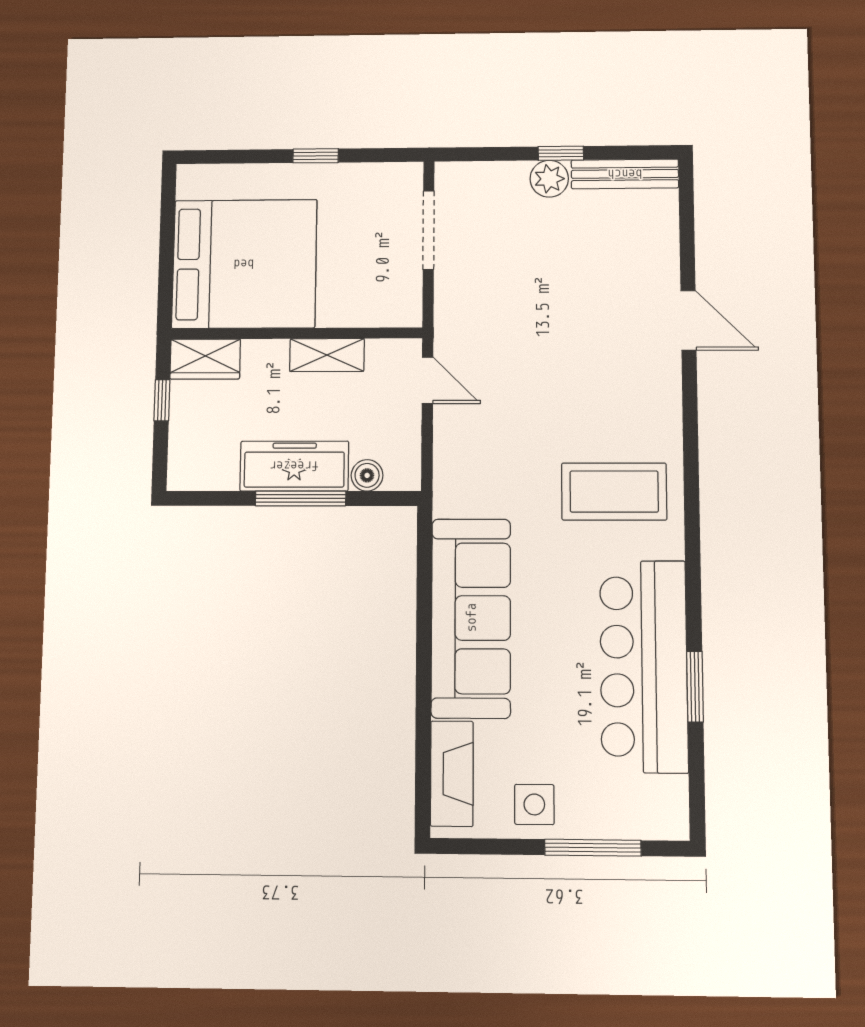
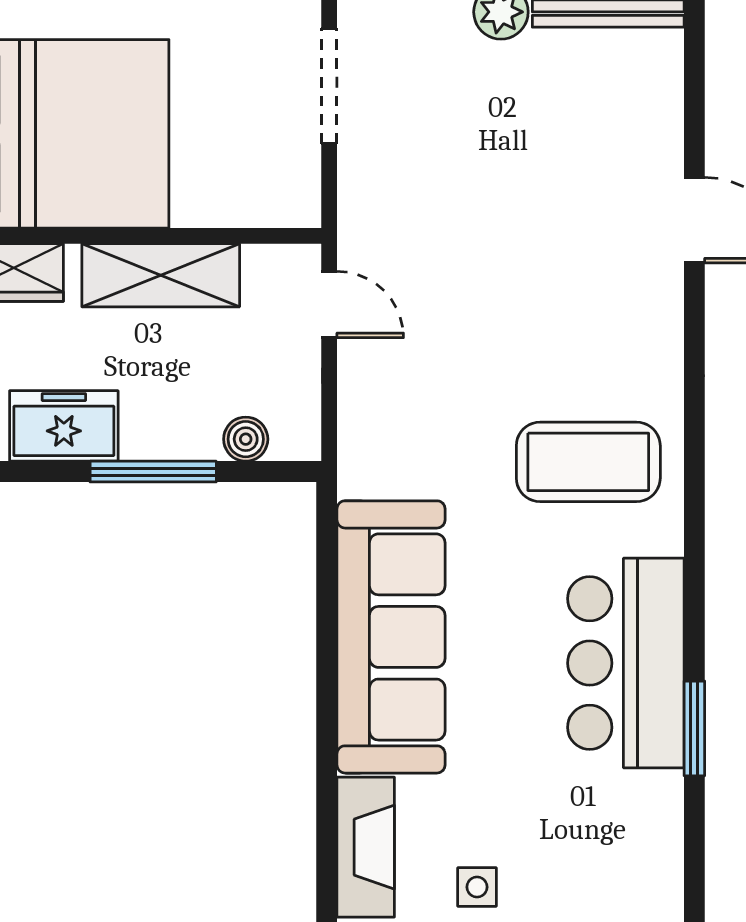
shelving: (327, 355) -> (161, 275), width x1.50, depth x1.33
freezer: (294, 466) -> (64, 426), moved, width x0.71
bar counter: (644, 666) -> (626, 663), width x0.73
side table: (534, 804) -> (477, 887), width x0.73, depth x0.73

